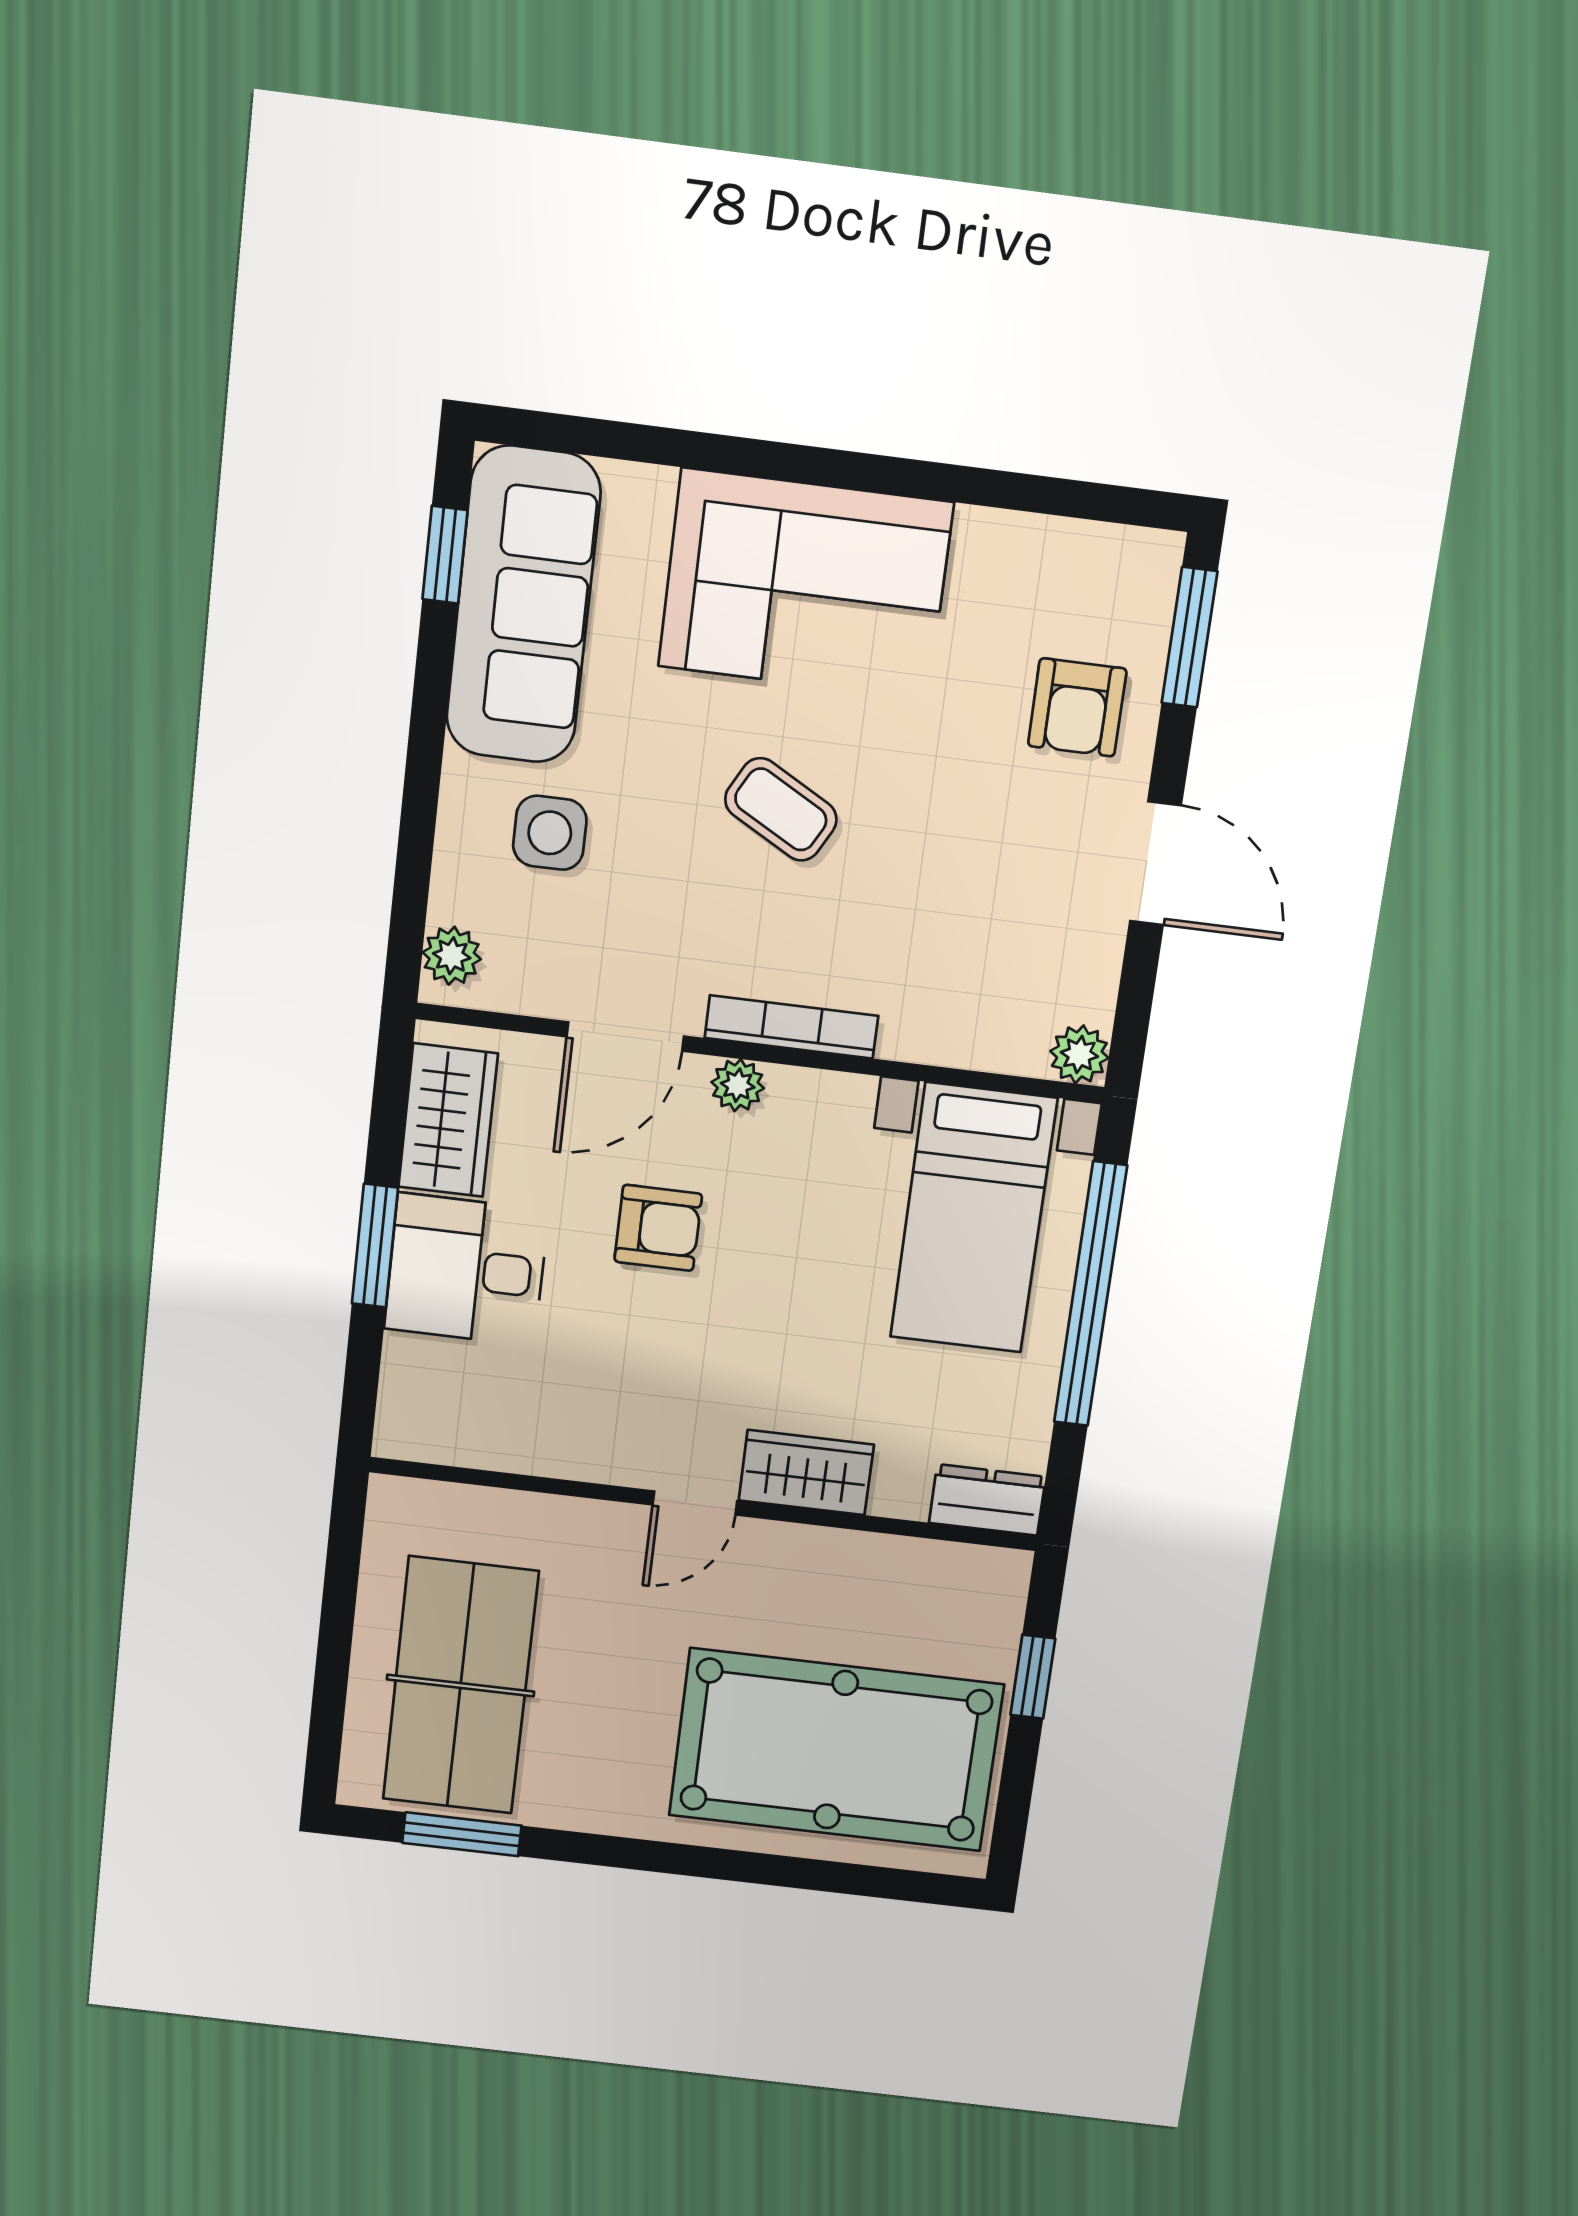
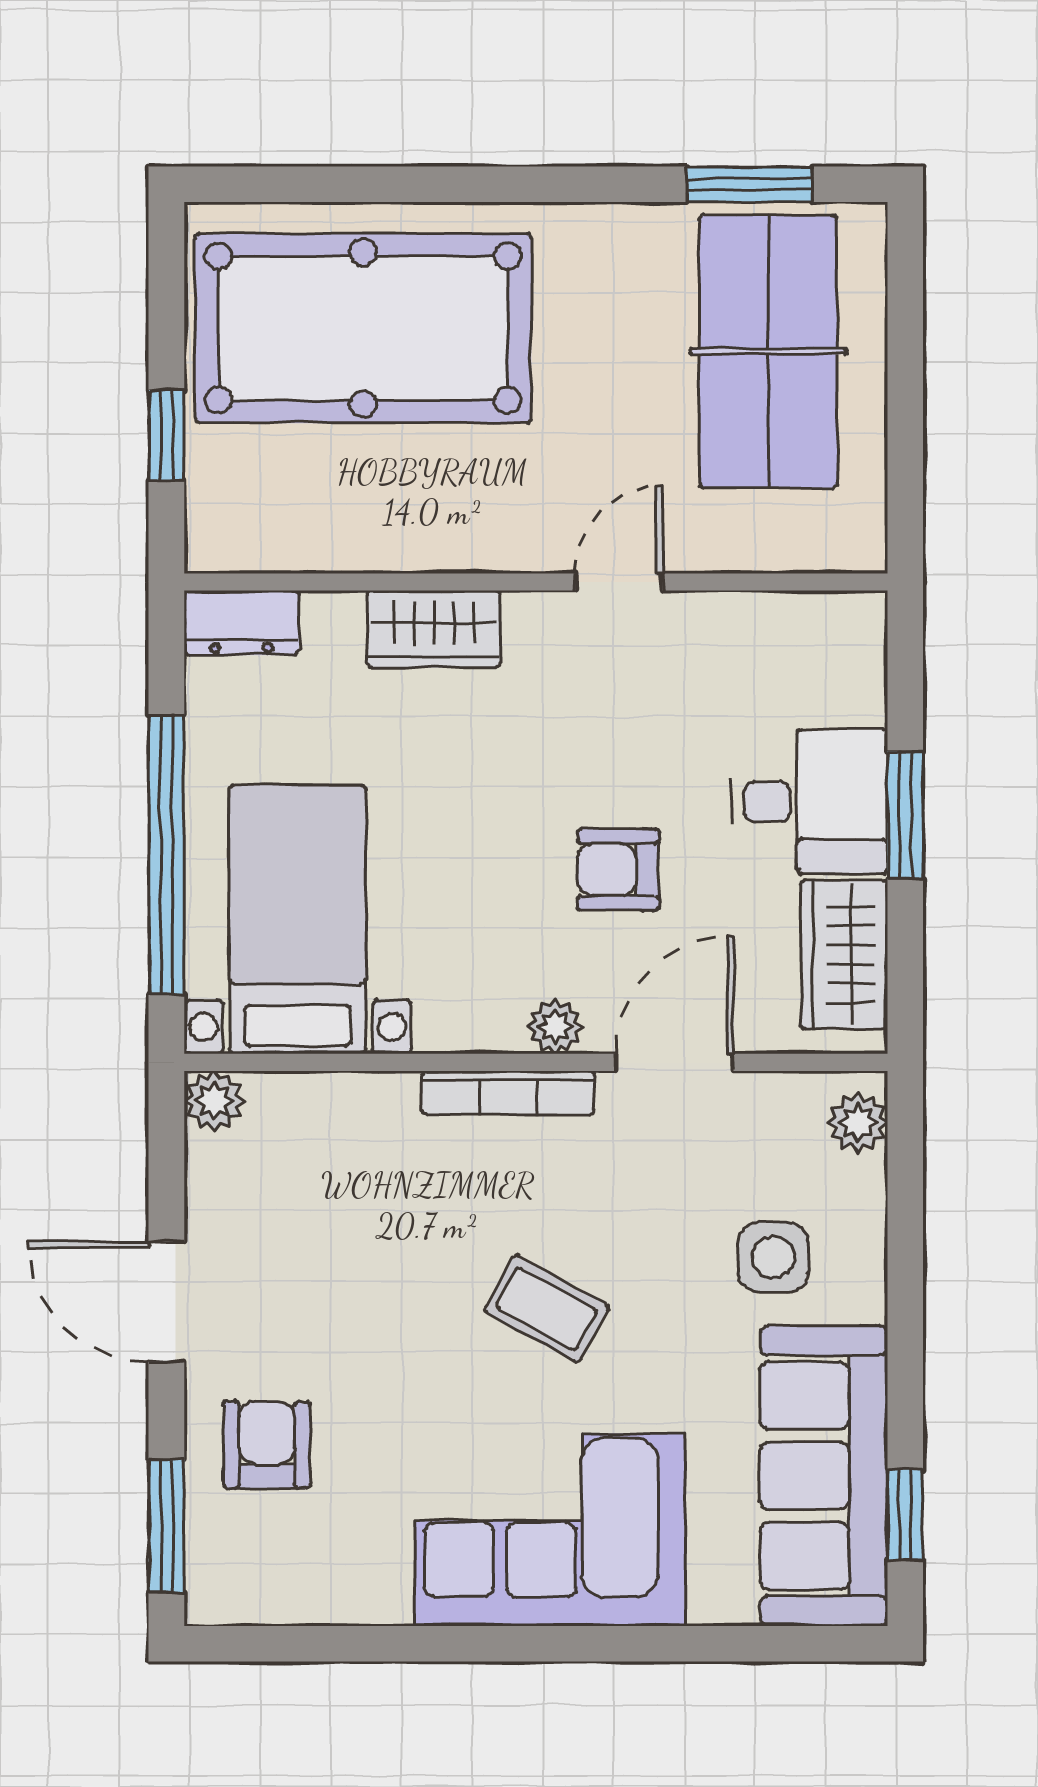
door: (695, 1503) -> (619, 582), moved

